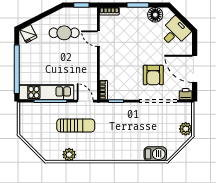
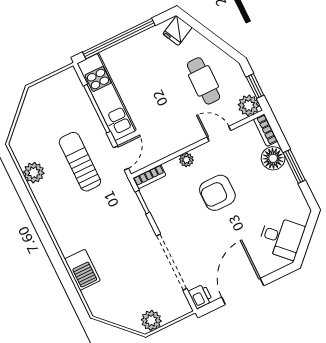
plant: (91, 14) -> (249, 105), added
floor lamp: (155, 15) -> (273, 158), moved
door: (98, 39) -> (219, 134), hinge flipped
plant: (104, 64) -> (186, 160), added
armchair: (153, 75) -> (217, 193), moved
sun lounger: (76, 125) -> (80, 162), turned 180
barbecue: (155, 154) -> (82, 270), moved

